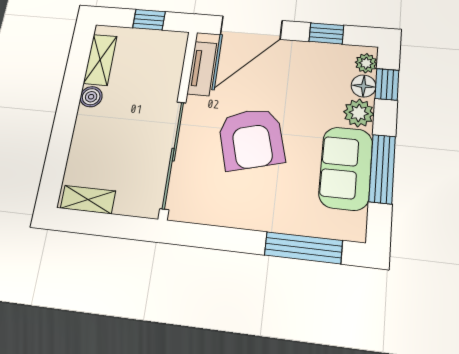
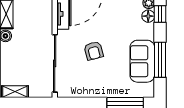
plant: (359, 113) -> (147, 31), removed
armchair: (251, 139) -> (94, 51), width x0.53, depth x0.53

